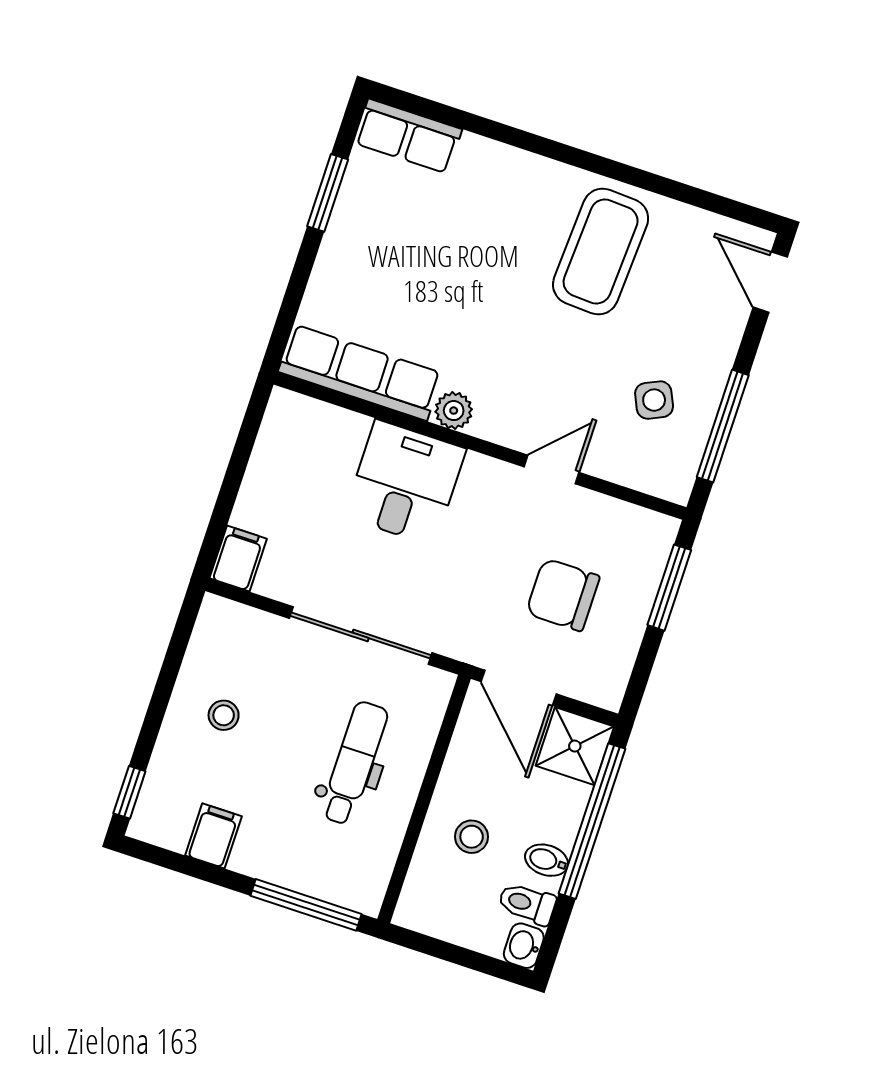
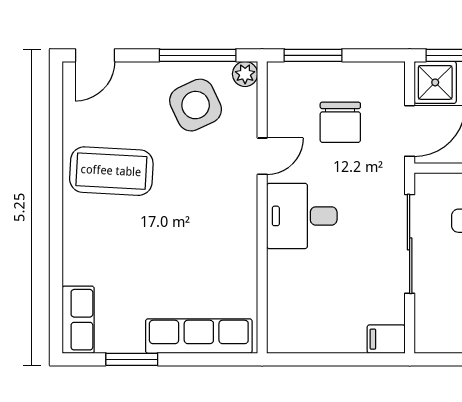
row of seats: (360, 373) -> (199, 336), moved, turned 90
side table: (654, 400) -> (196, 105), width x1.87, depth x1.87
plant: (454, 411) -> (245, 74), moved
door: (552, 470) -> (262, 156), swing flipped
desk: (405, 483) -> (302, 216), moved

